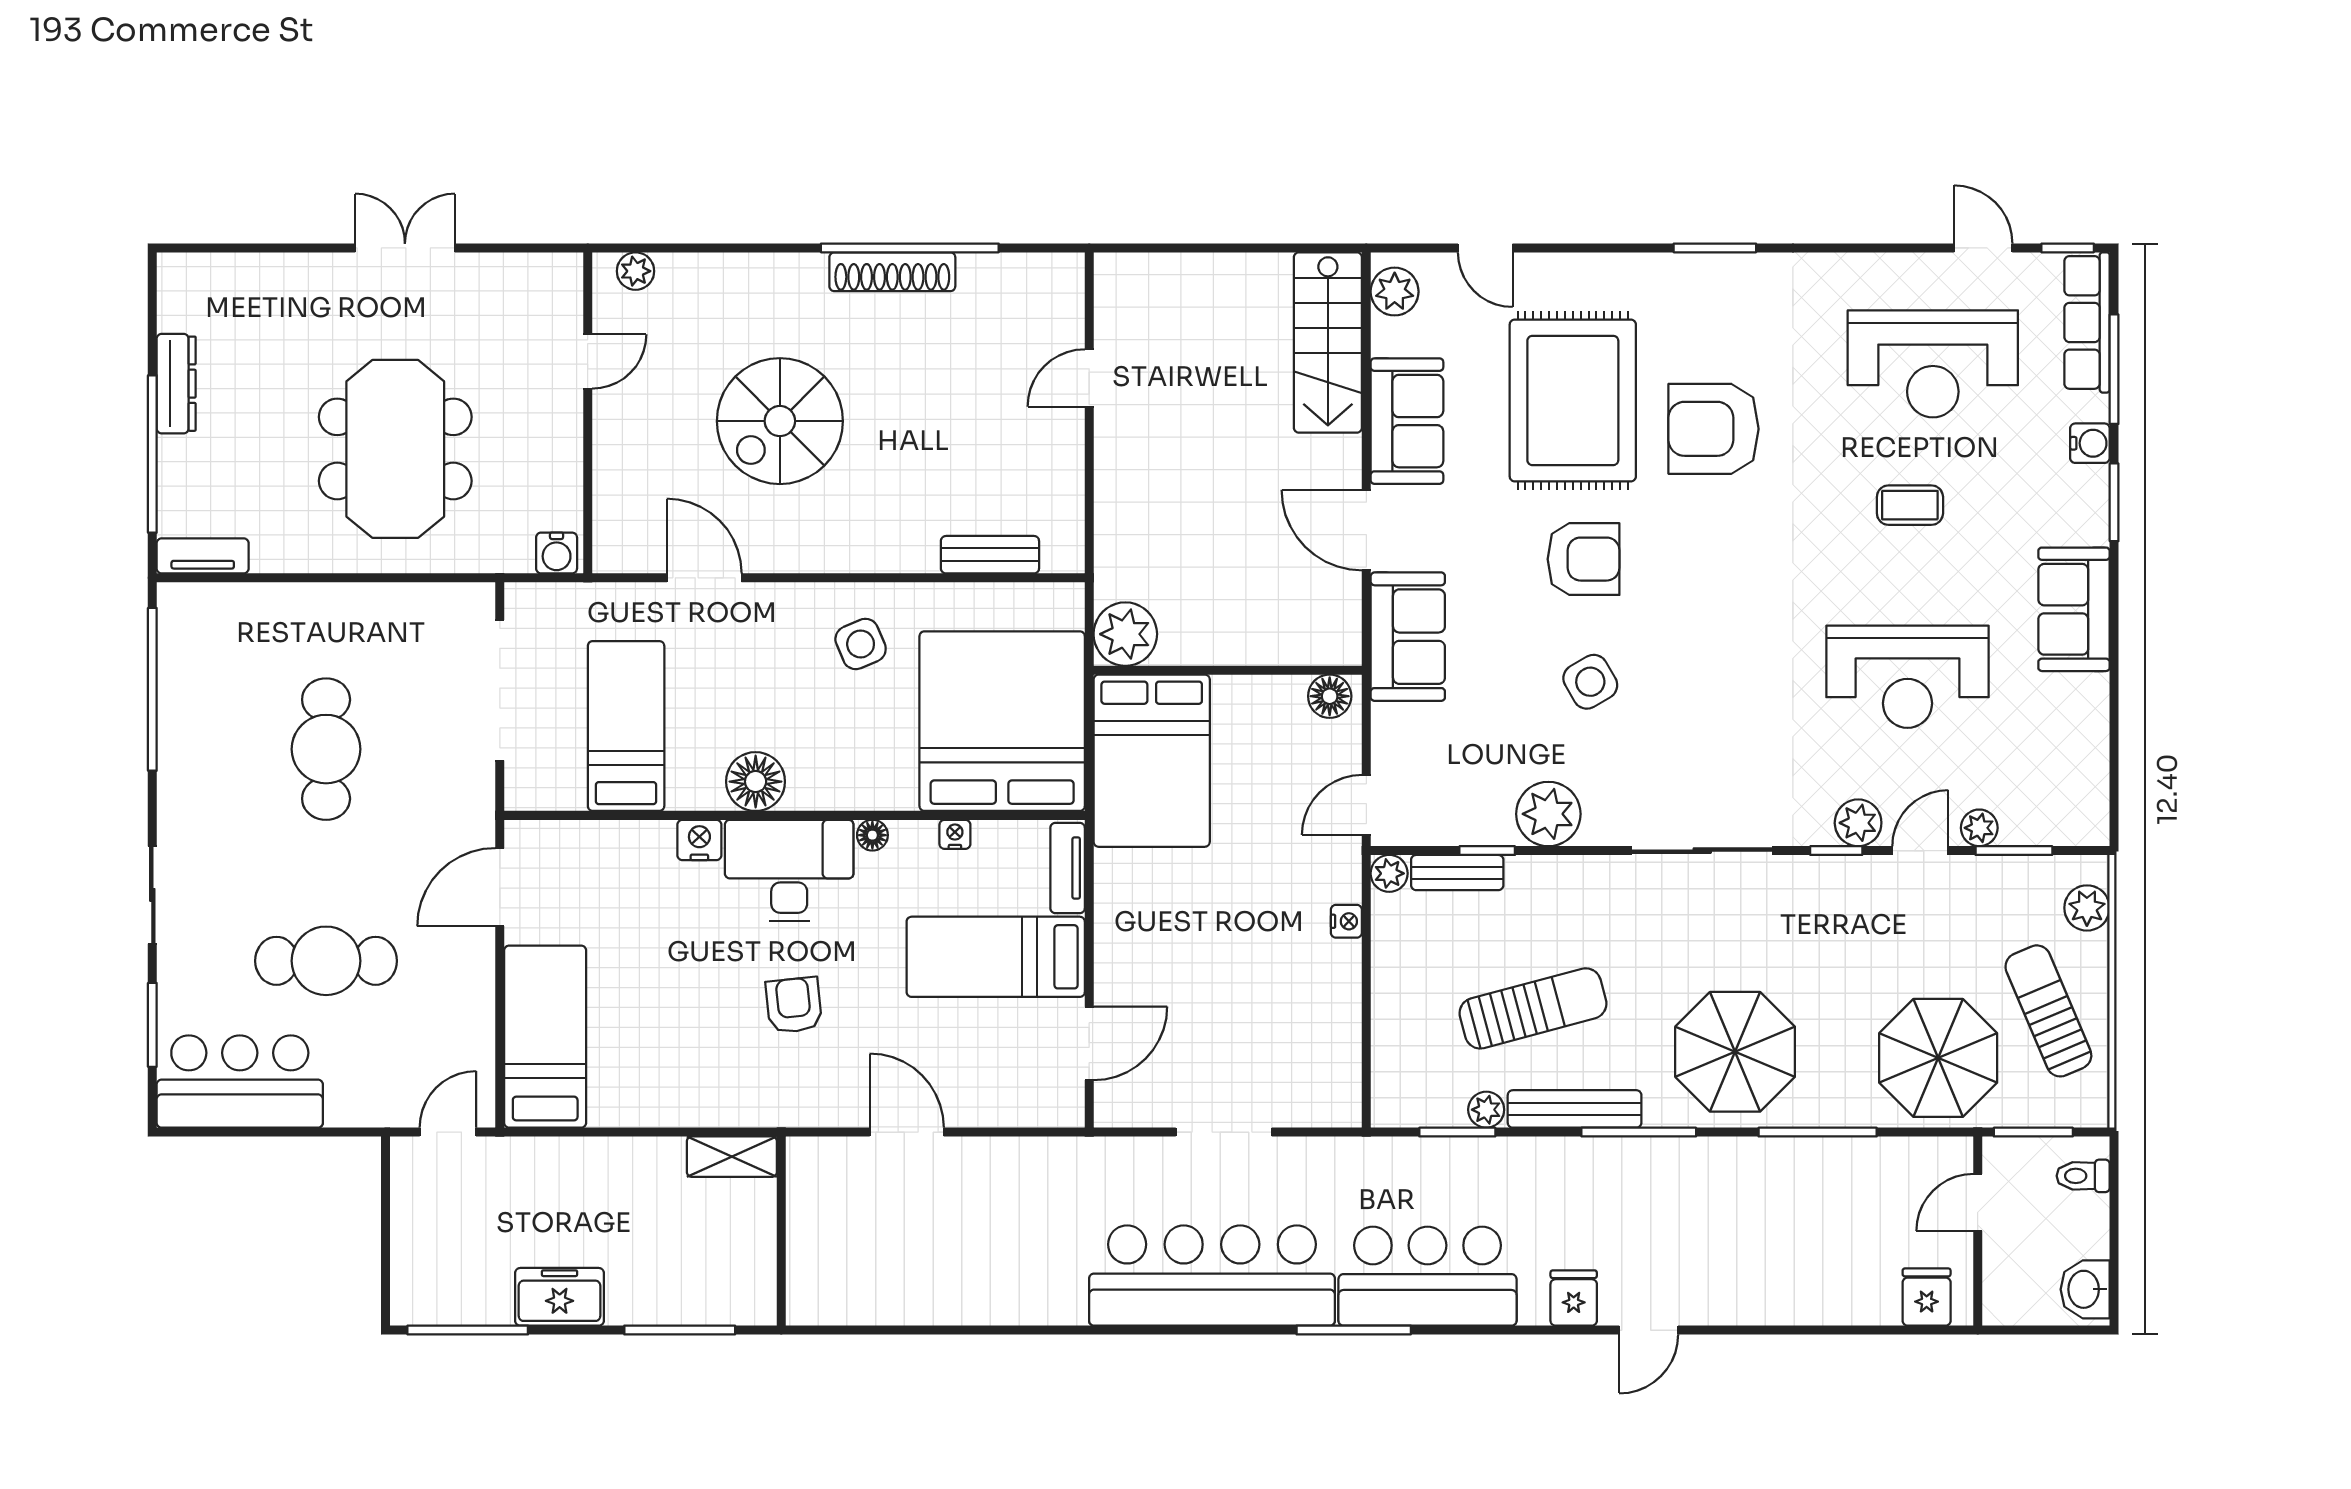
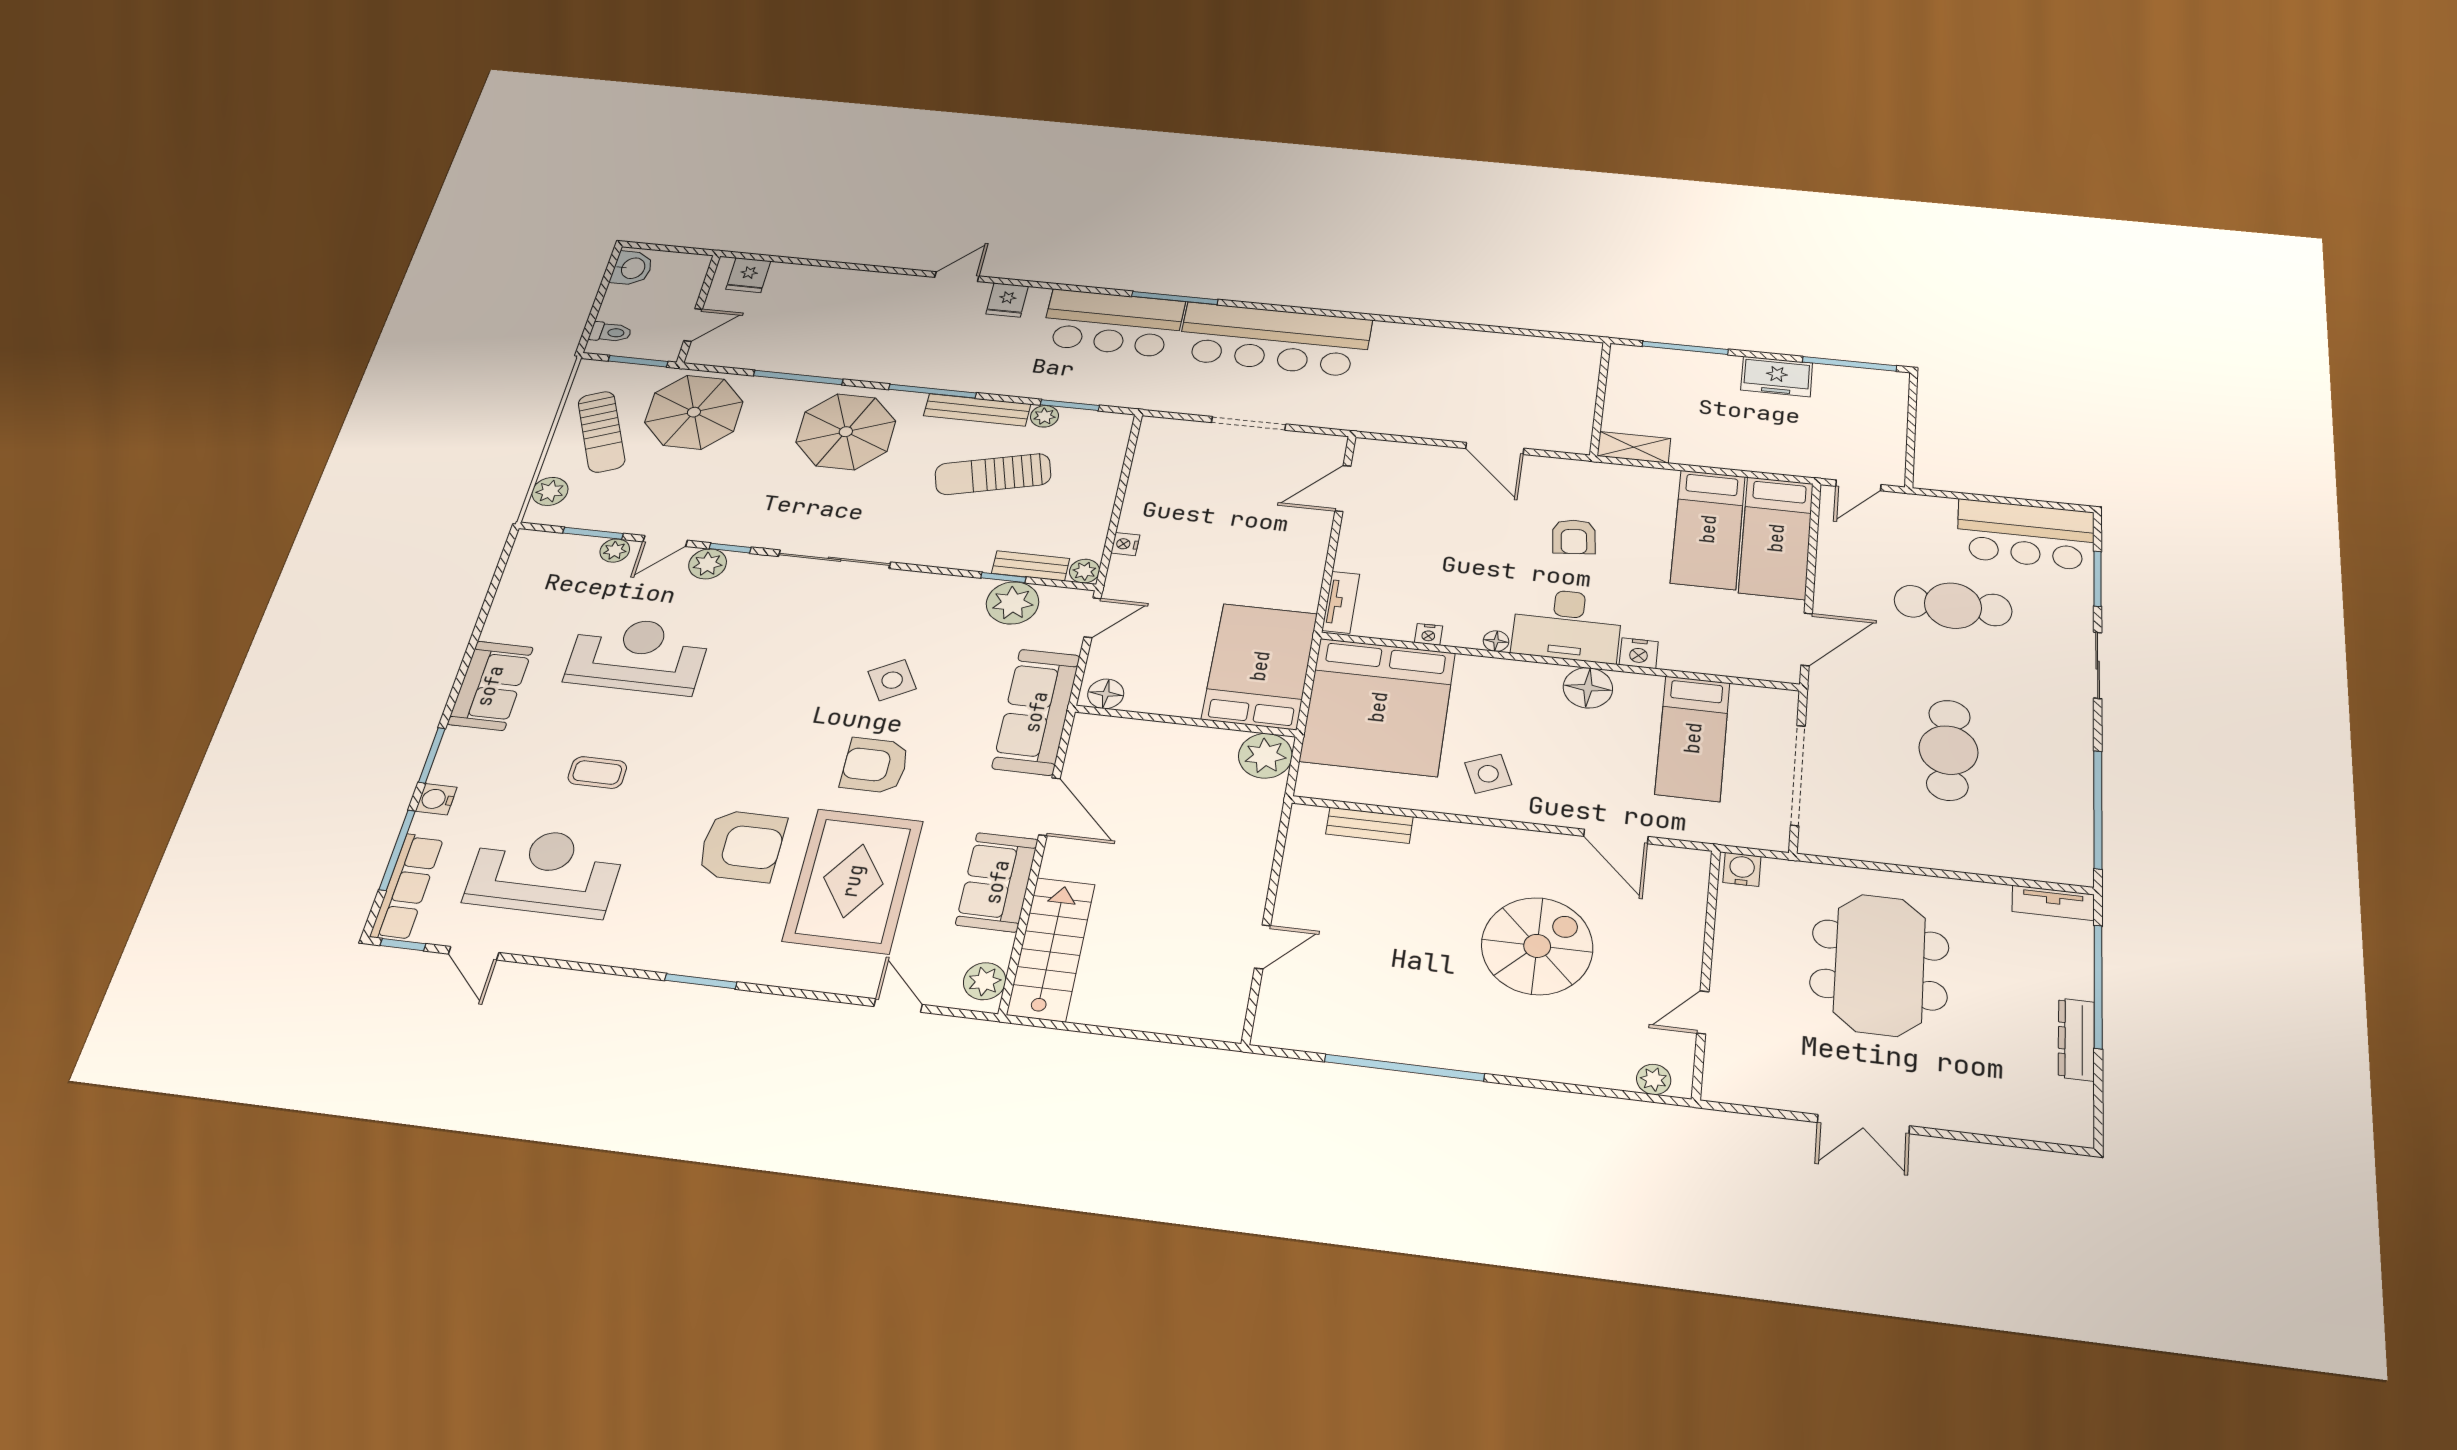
shoe rack: (892, 272) -> (1423, 1051), removed
sofa: (1408, 637) -> (1036, 712), width x1.36
plant: (1548, 814) -> (1013, 603), moved
bed: (996, 957) -> (1708, 529), moved, turned 90

